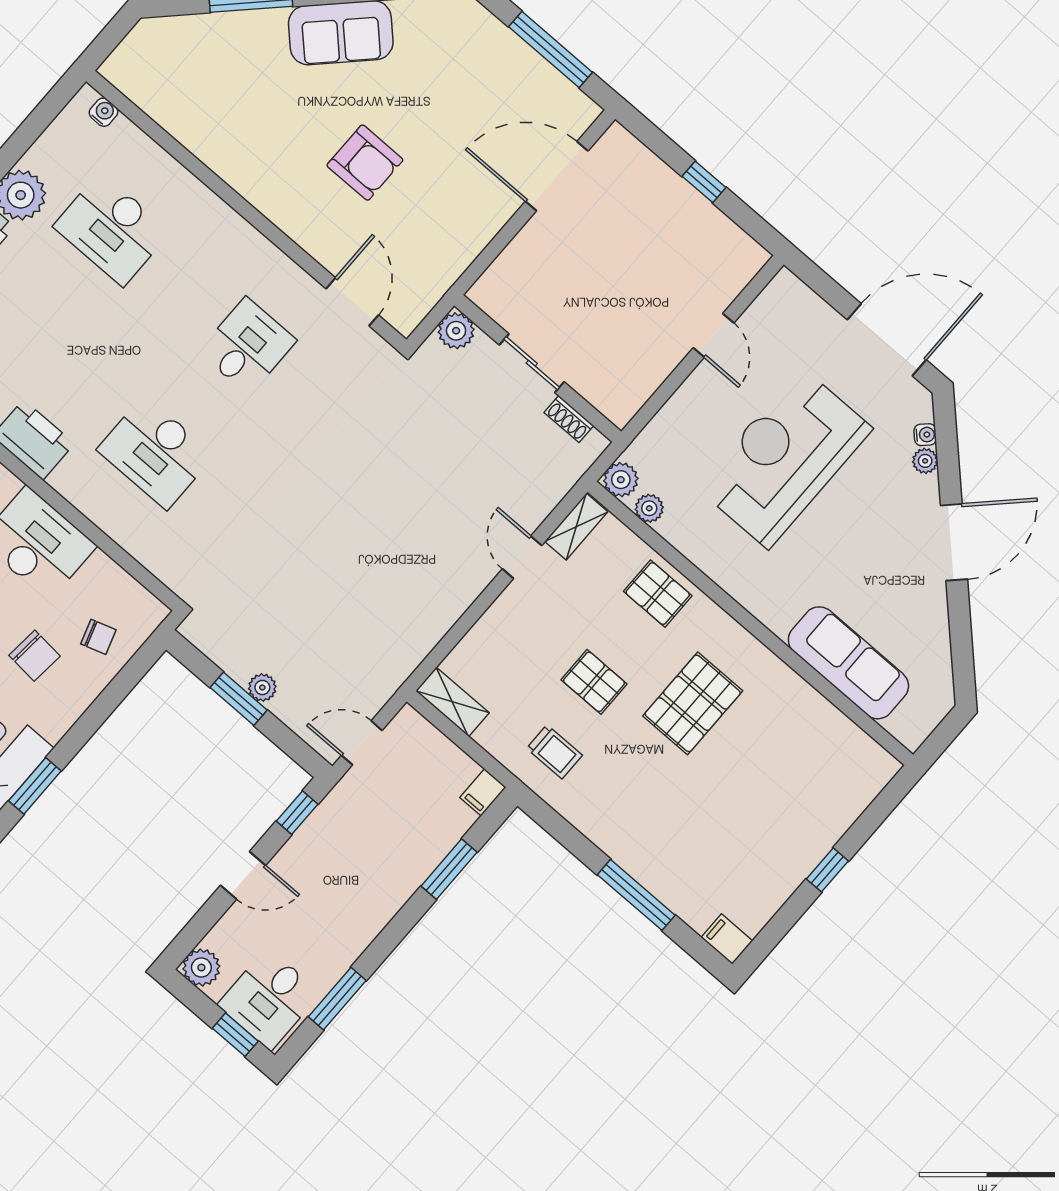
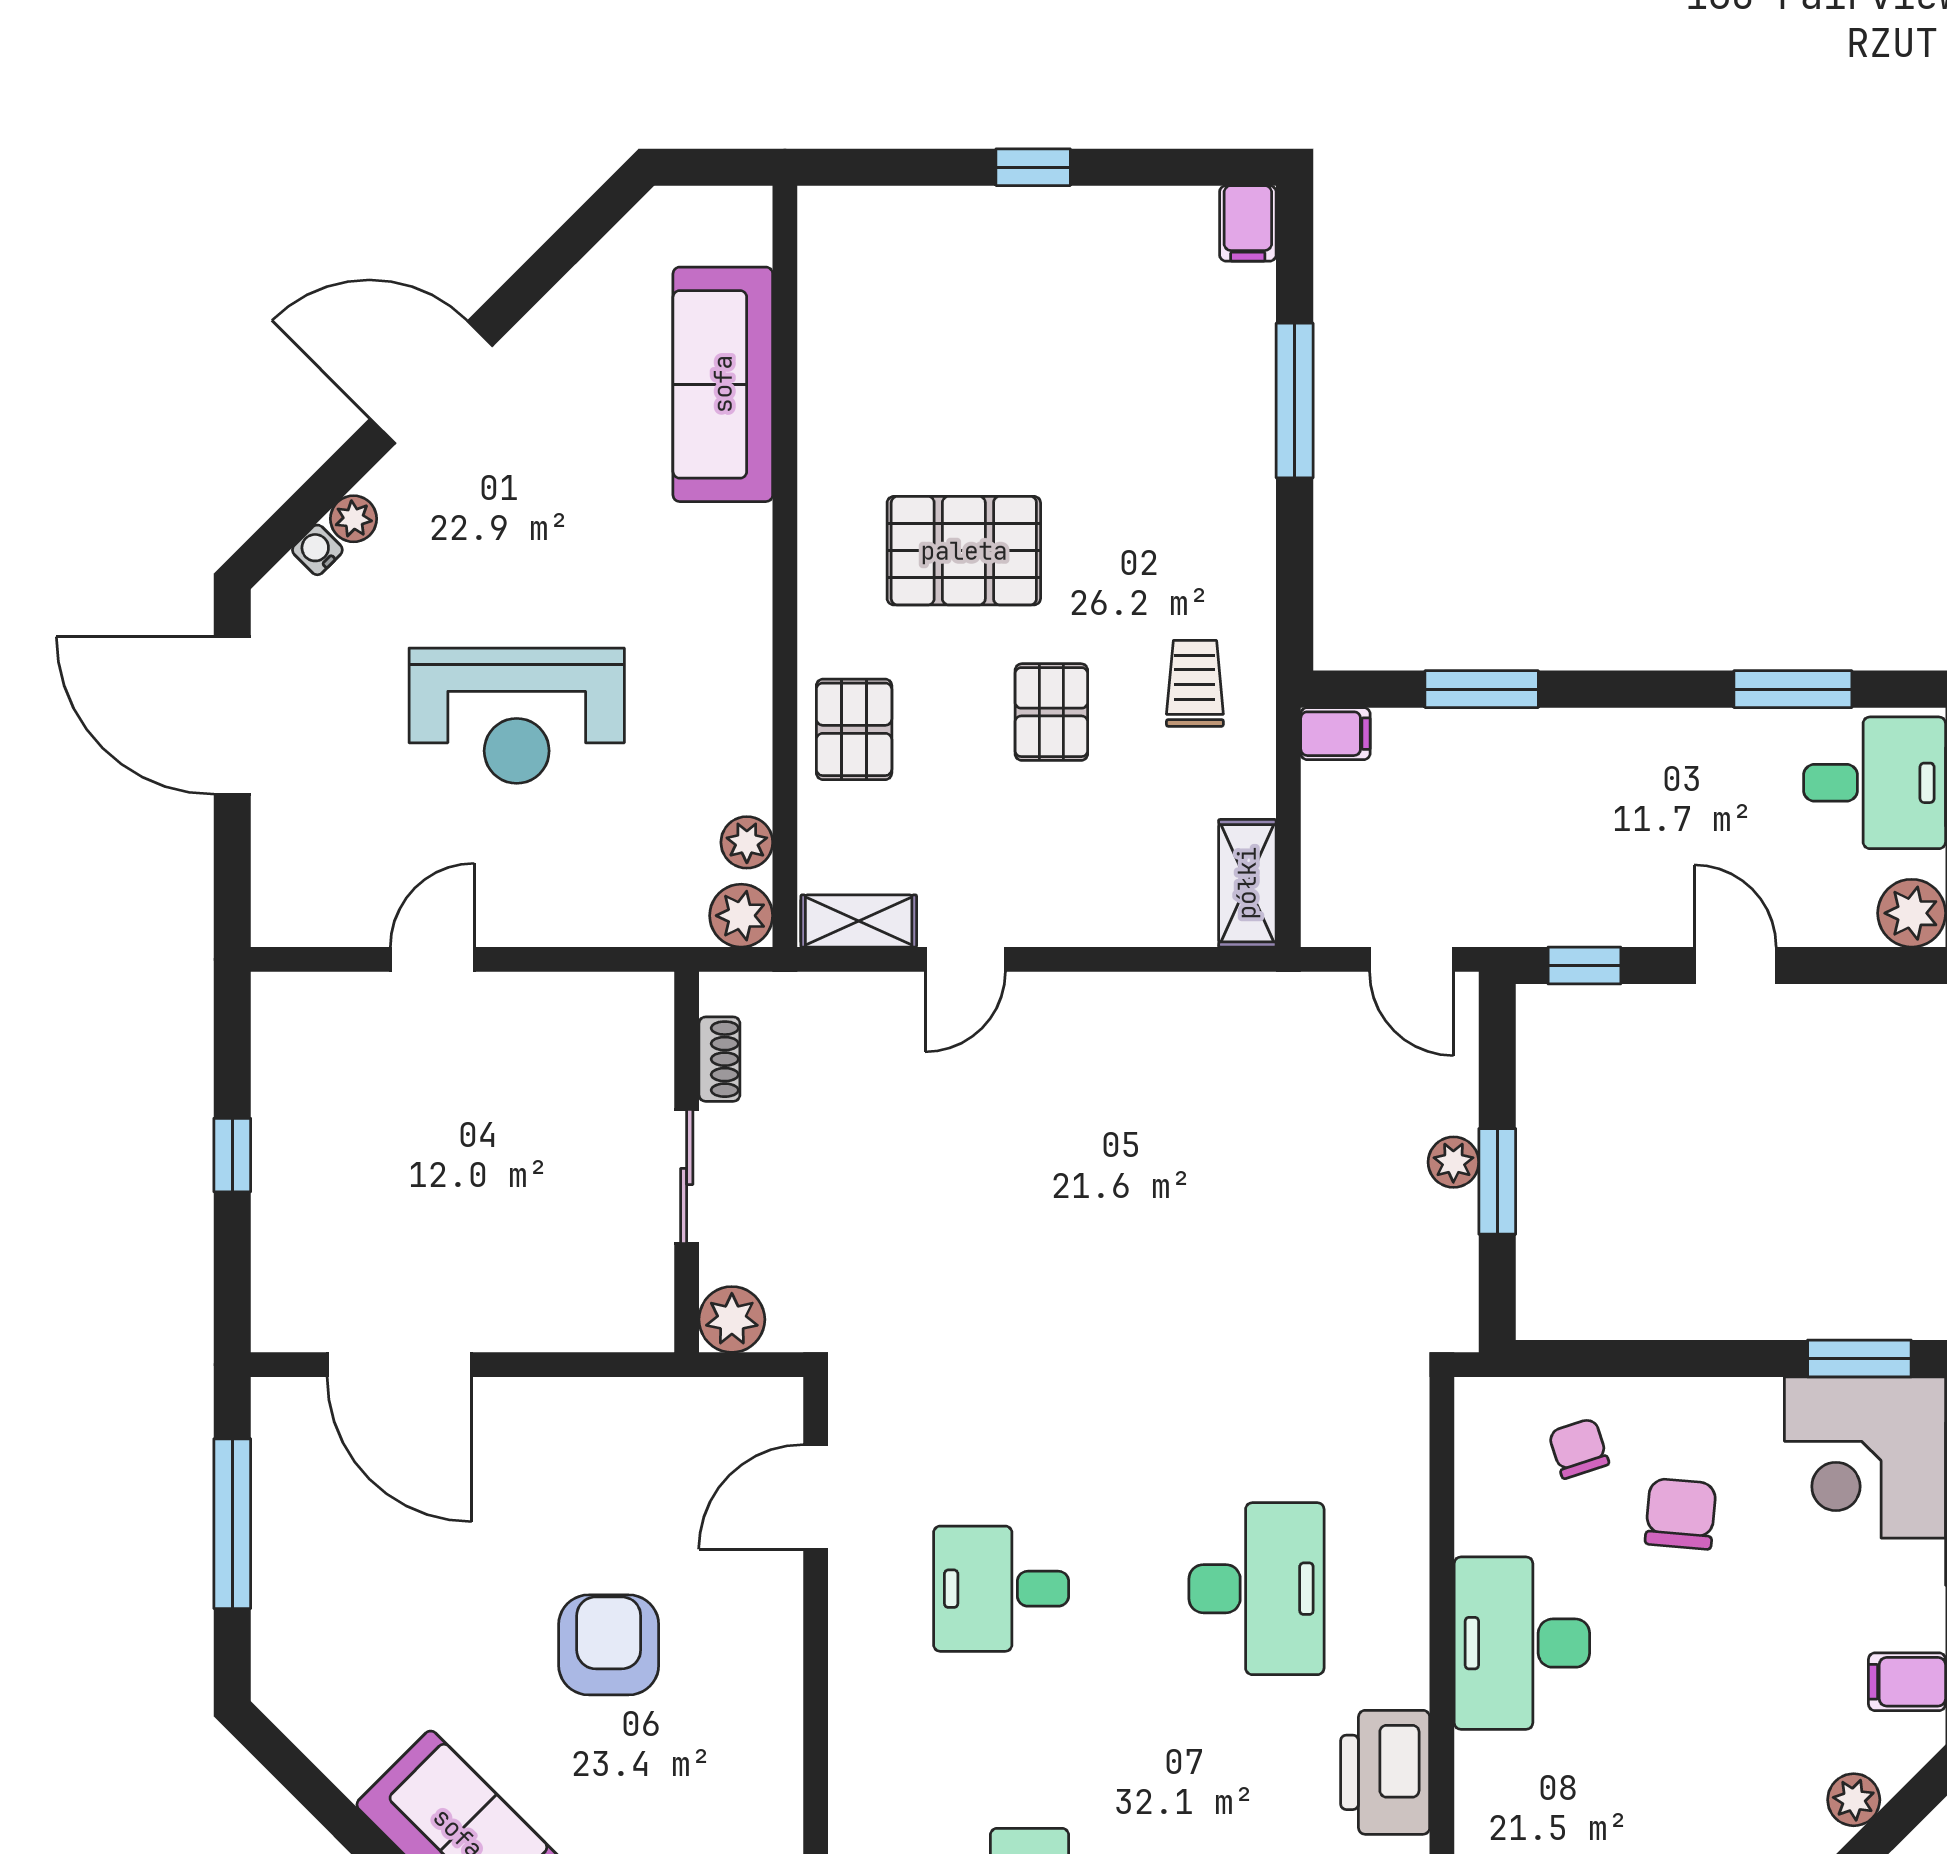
reception desk: (785, 458) -> (517, 716), width x0.74, depth x0.77

